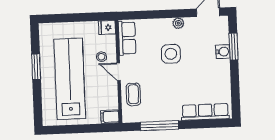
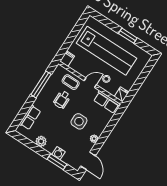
plant: (223, 81) -> (41, 141), added
wheelchair: (160, 90) -> (62, 100), added
row of seats: (205, 112) -> (30, 117), width x0.68

